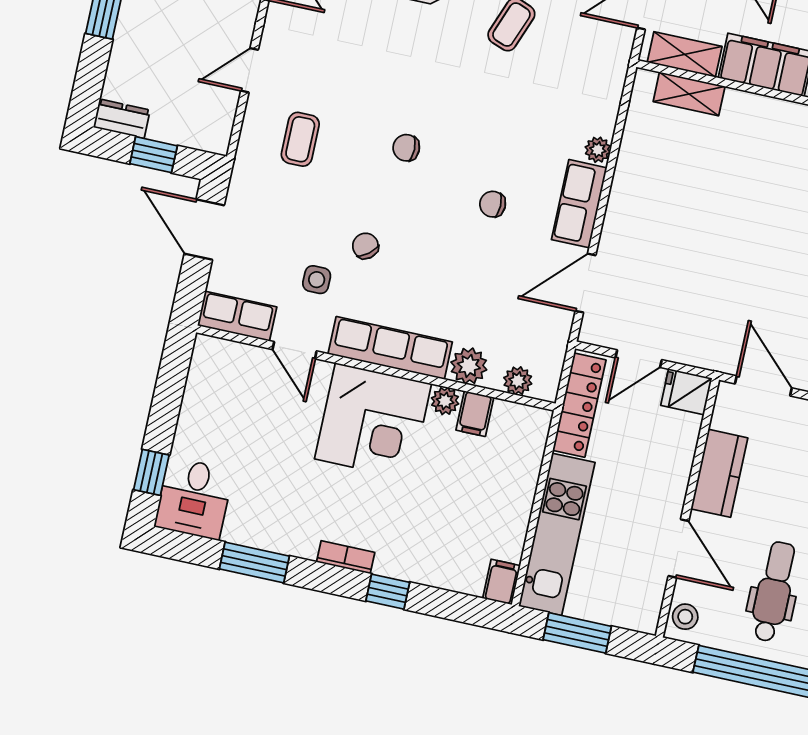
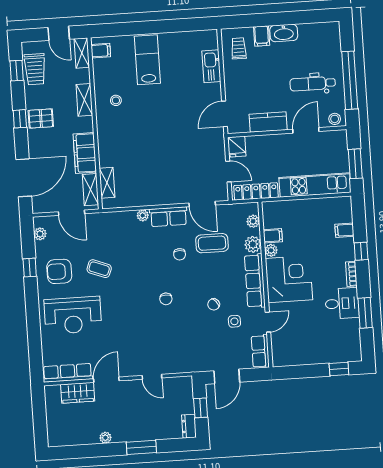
coffee table: (300, 139) -> (212, 243), moved, width x1.36, depth x1.30
desk: (194, 498) -> (342, 303), moved
filing cabinet: (502, 582) -> (344, 230), moved

